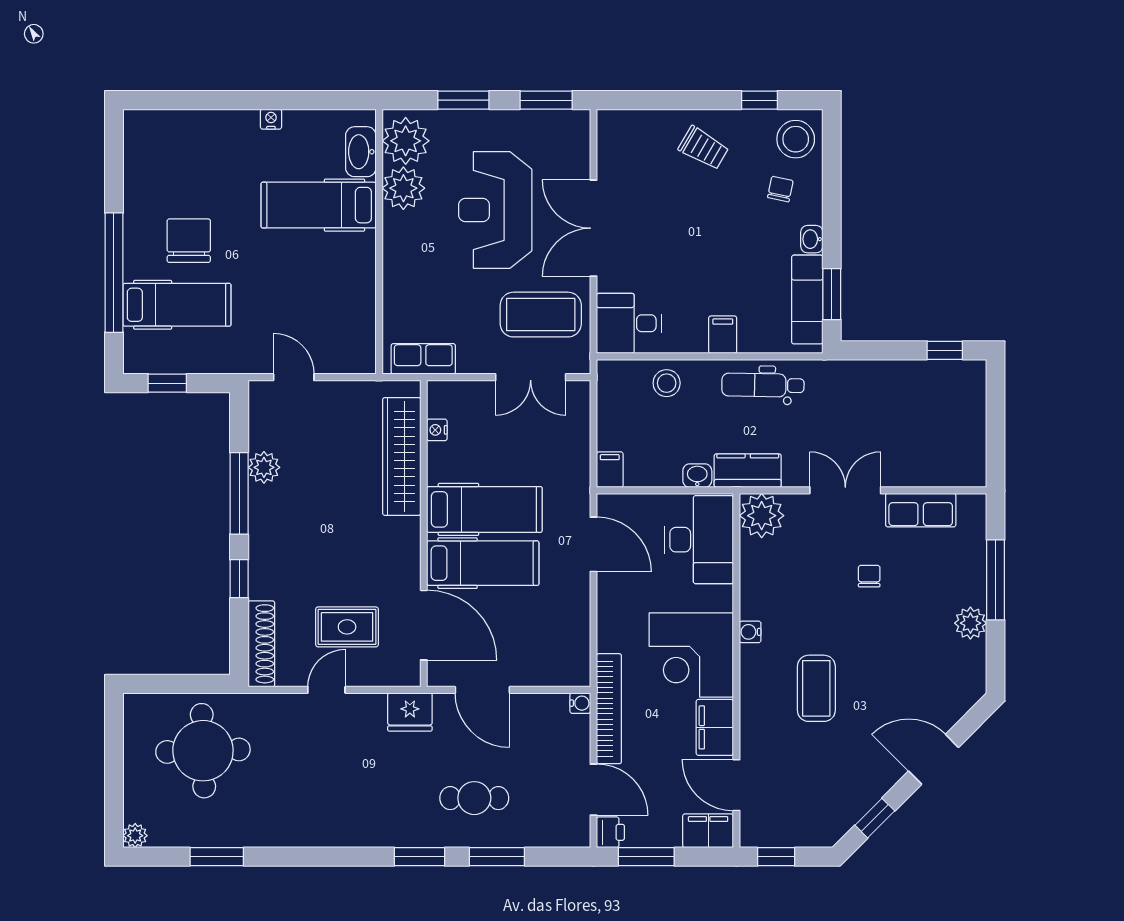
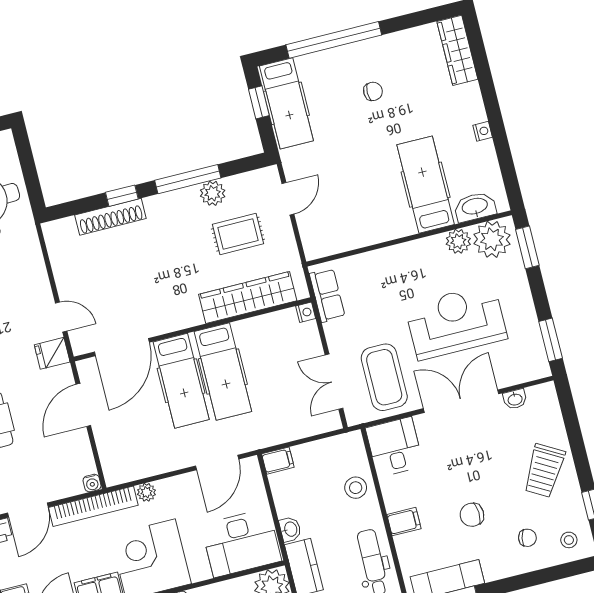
window: (463, 100) -> (527, 247), moved
wardrobe: (165, 125) -> (457, 50), added
stool: (796, 139) -> (569, 540), width x0.53, depth x0.53
trolley: (704, 148) -> (544, 471), width x1.36, depth x1.39
plant: (403, 188) -> (458, 241), width x0.73, depth x0.73
washbasin: (812, 239) -> (515, 399), moved, turned 180
chair: (189, 241) -> (373, 91), width x0.54, depth x0.54
chair: (735, 250) -> (472, 515), added
hospital bed: (177, 305) -> (286, 103), moved
nightstand: (437, 430) -> (306, 312), moved, turned 90
rug: (347, 627) -> (238, 234), moved, turned 90
plant: (608, 640) -> (147, 492), added
shoe rack: (261, 644) -> (110, 217), moved
door: (326, 690) -> (61, 317), moved
fridge: (410, 712) -> (52, 353), width x0.72

